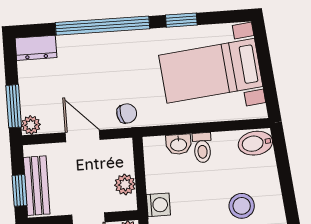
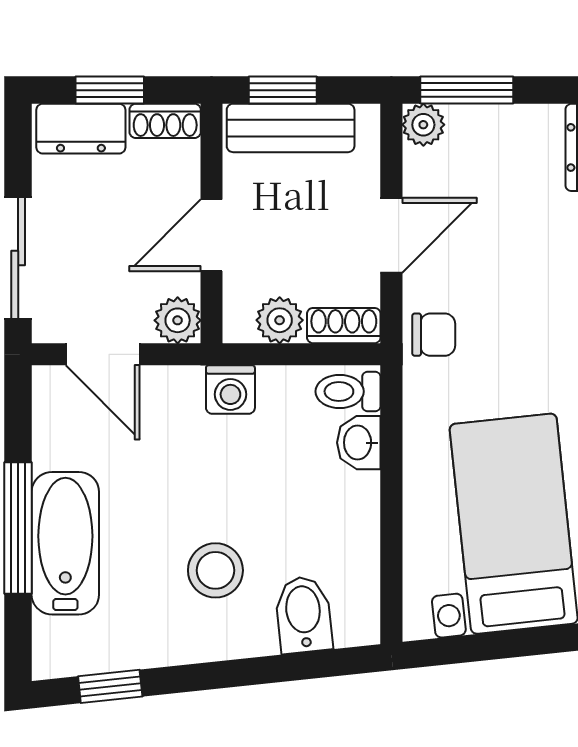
chair: (127, 113) -> (434, 335), turned -78
bidet: (255, 143) -> (304, 615), moved
toilet: (202, 148) -> (348, 391), moved
shoe rack: (125, 155) -> (344, 326), added

